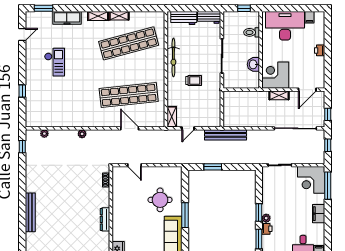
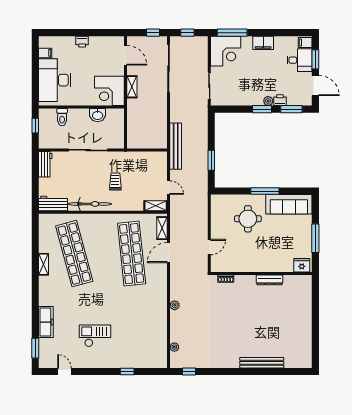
shelving: (98, 16) -> (162, 228), moved
workbench: (184, 18) -> (53, 204), moved, turned -90

